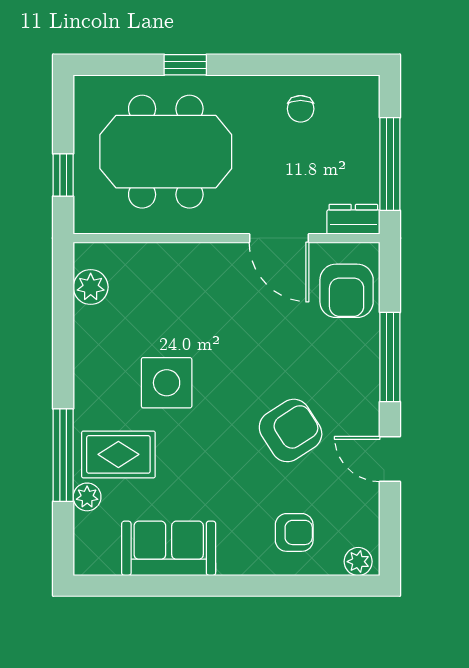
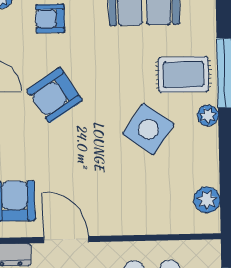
side table: (167, 383) -> (148, 129), turned 35
plant: (87, 497) -> (208, 115), moved

